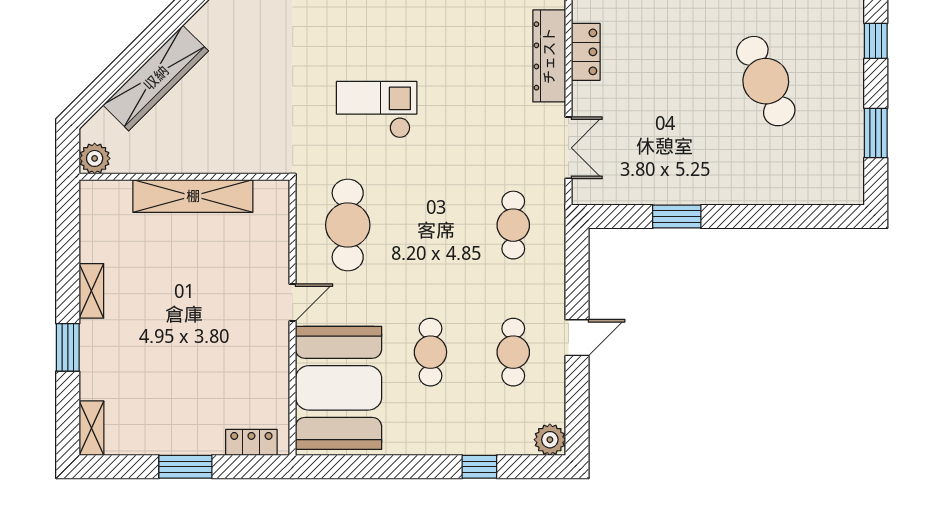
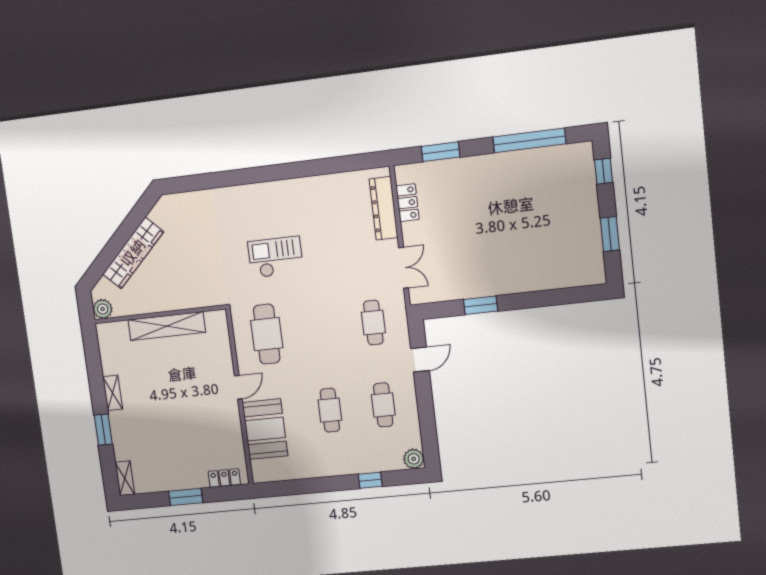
cafe table: (766, 81) -> (531, 208), removed
door: (577, 338) -> (420, 360), moved
booth: (339, 388) -> (265, 429), width x0.73, depth x0.70

